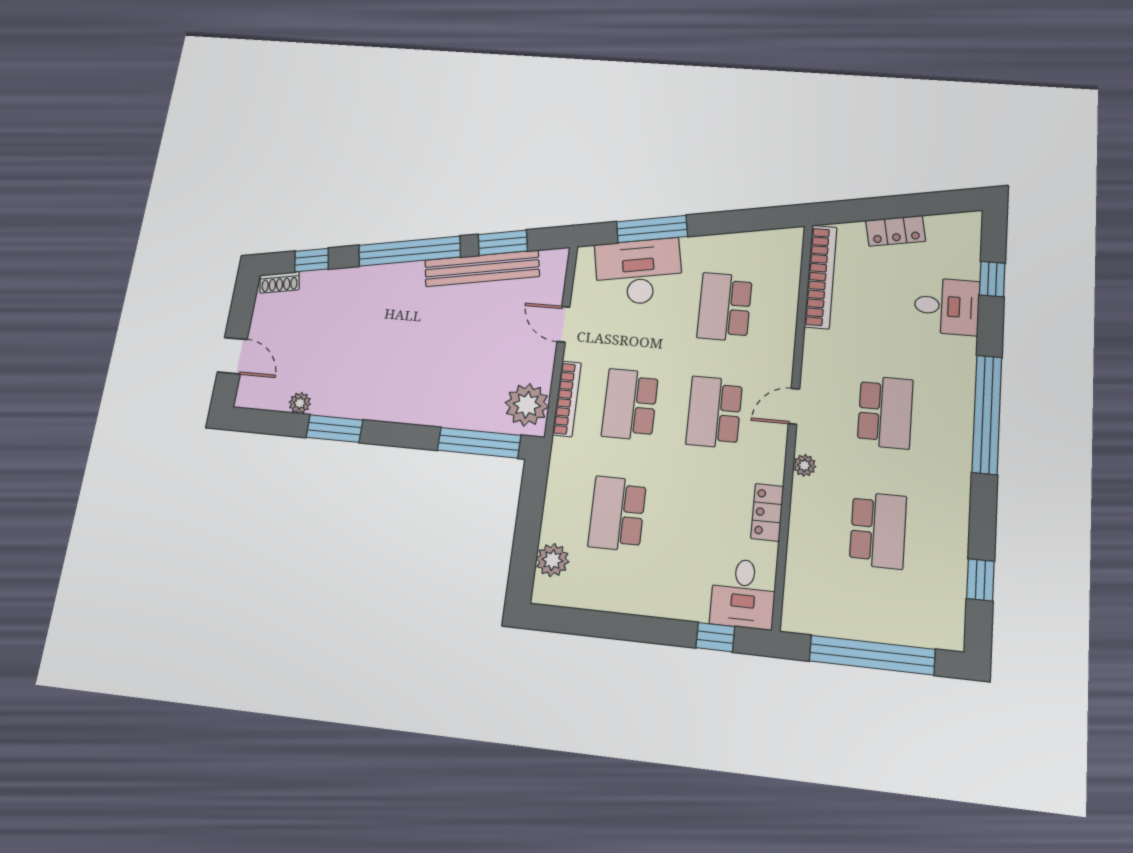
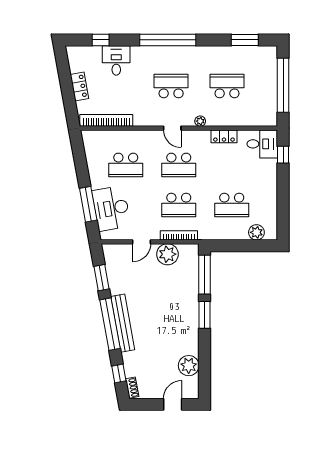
bench: (482, 268) -> (123, 323), moved
plant: (300, 403) -> (189, 366), width x1.87, depth x1.87
plant: (527, 405) -> (167, 254), moved
window: (334, 429) -> (204, 315), moved
window: (980, 580) -> (245, 40), width x1.50

